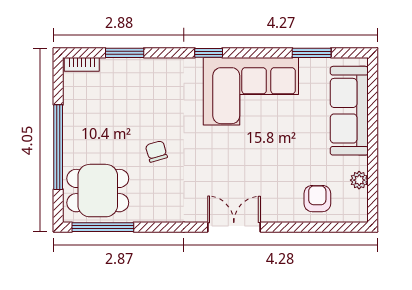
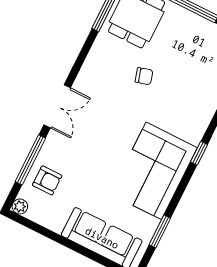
plant: (359, 180) -> (20, 206), moved
window: (305, 227) -> (30, 160), added

